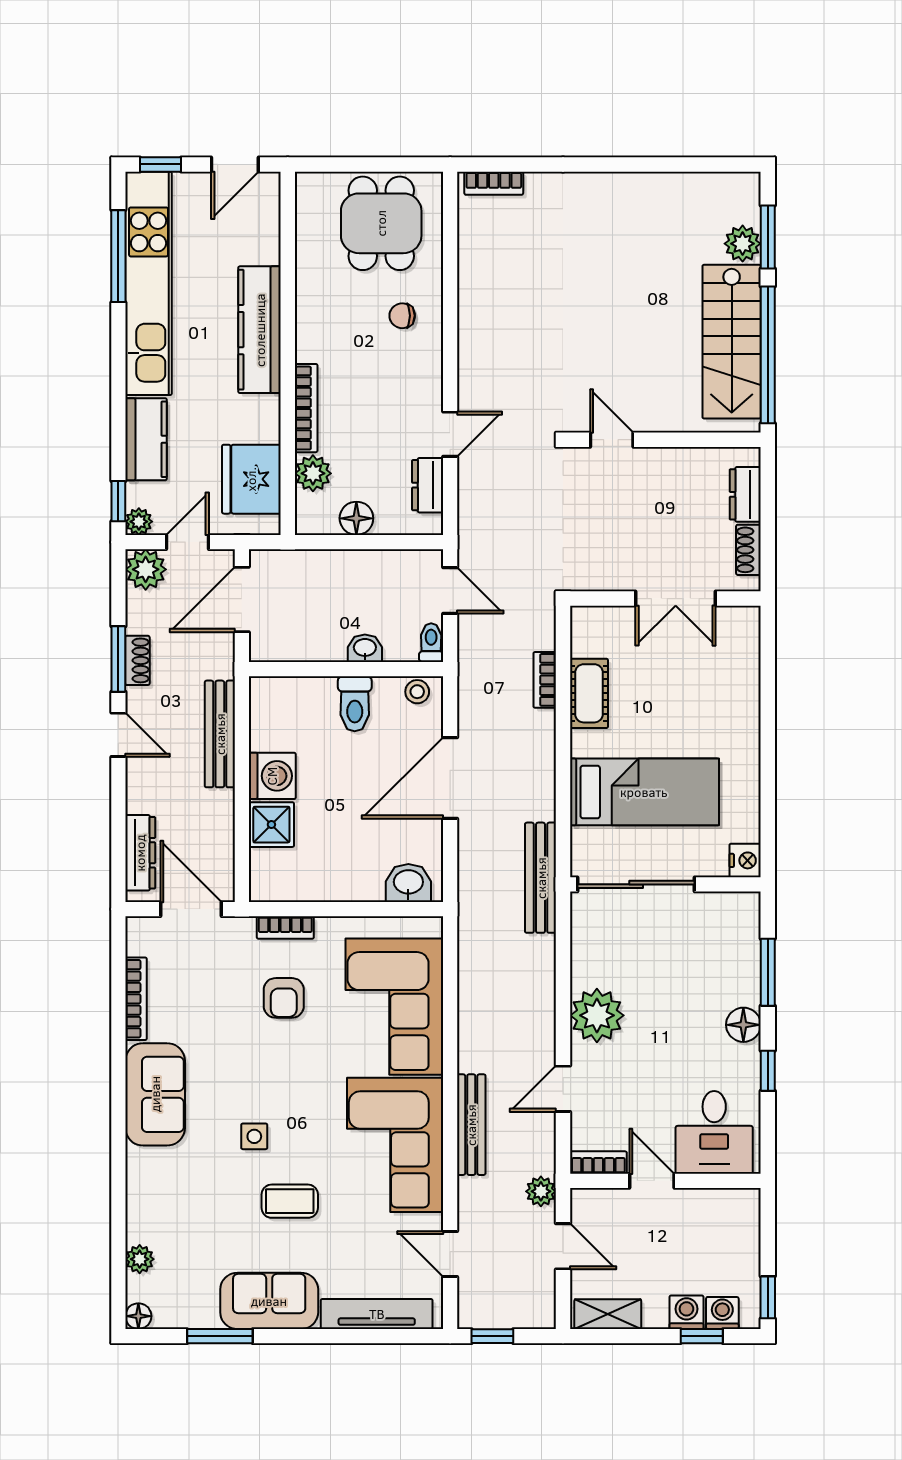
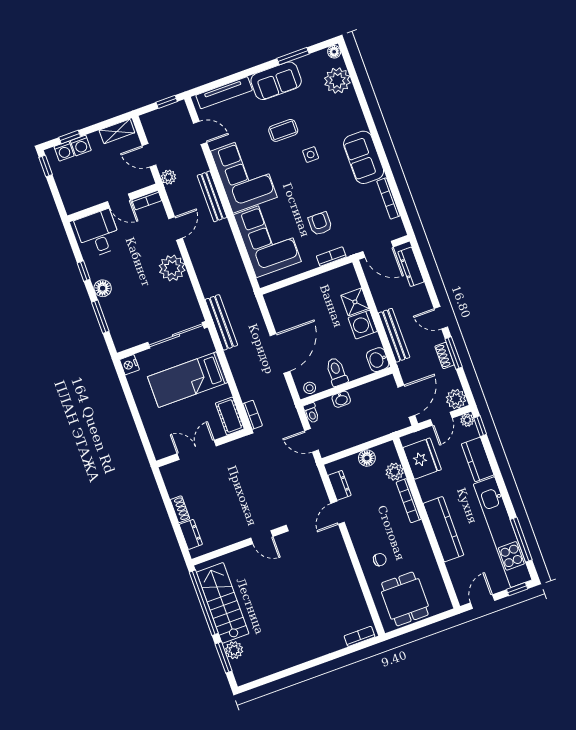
wall: (665, 599) -> (201, 448), moved
double door: (676, 599) -> (197, 450), moved
washbasin: (408, 883) -> (378, 360), moved, turned 90
plant: (140, 1259) -> (337, 80), width x1.88, depth x1.88

